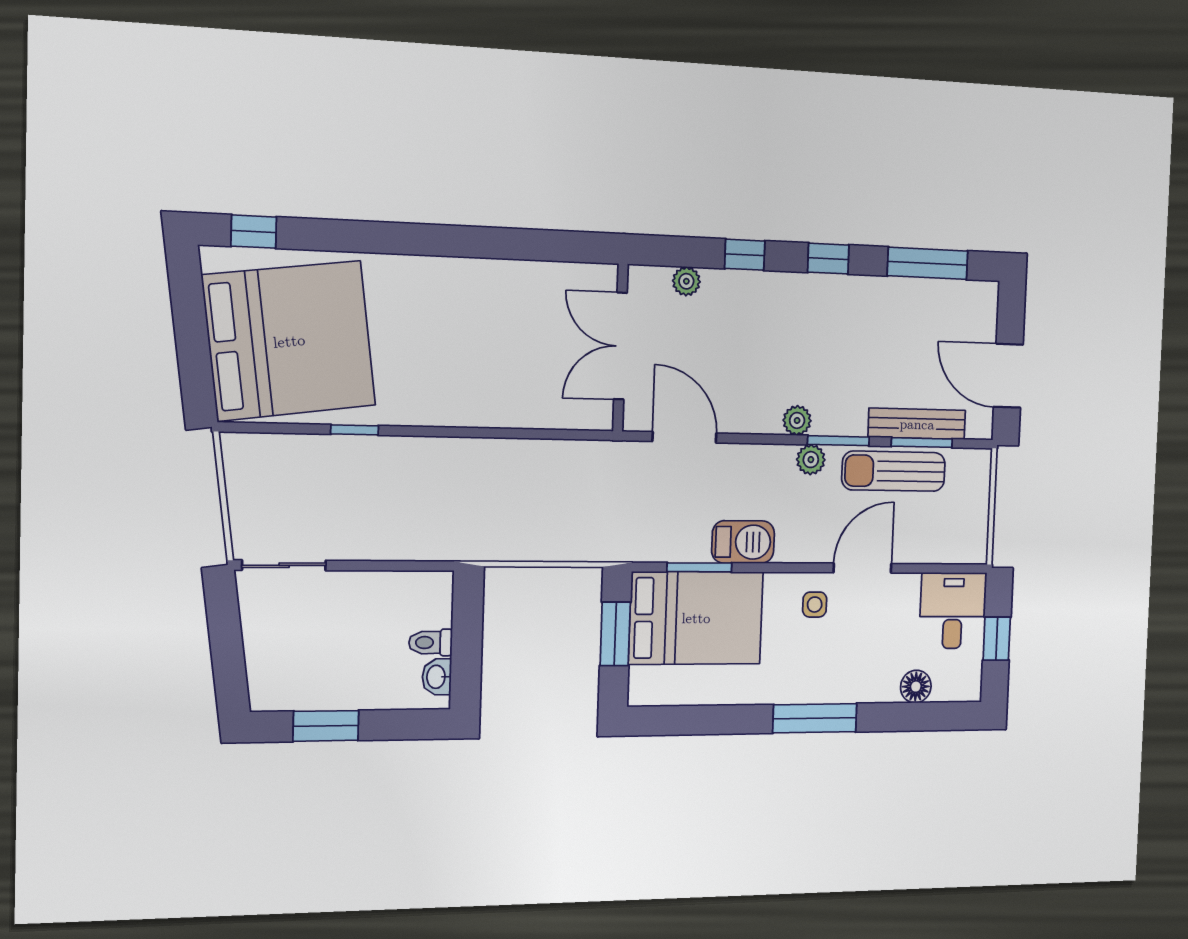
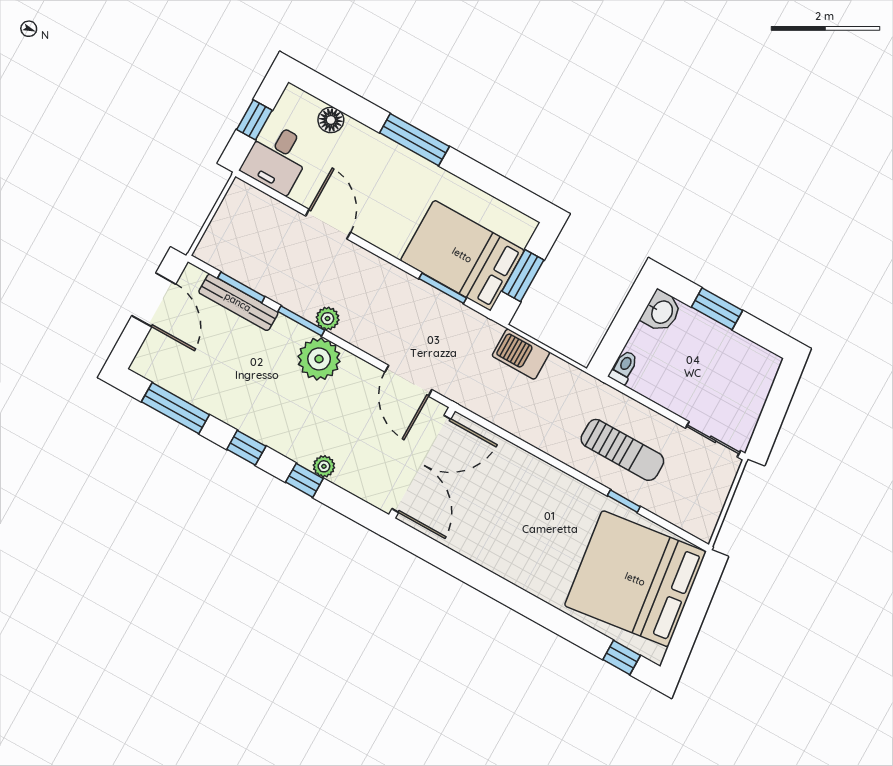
plant: (686, 281) -> (324, 466), moved
double door: (620, 346) -> (421, 464), width x1.36
plant: (797, 420) -> (319, 359), width x1.87, depth x1.87
sun lounger: (894, 471) -> (622, 450), moved
barbecue: (743, 542) -> (521, 354), moved
door: (862, 568) -> (328, 224), swing flipped
side table: (815, 605) -> (375, 218), removed
toilet: (431, 642) -> (624, 367), moved, turned -90
washbasin: (437, 677) -> (661, 312), width x1.38, depth x1.45
window: (326, 726) -> (717, 309), moved

